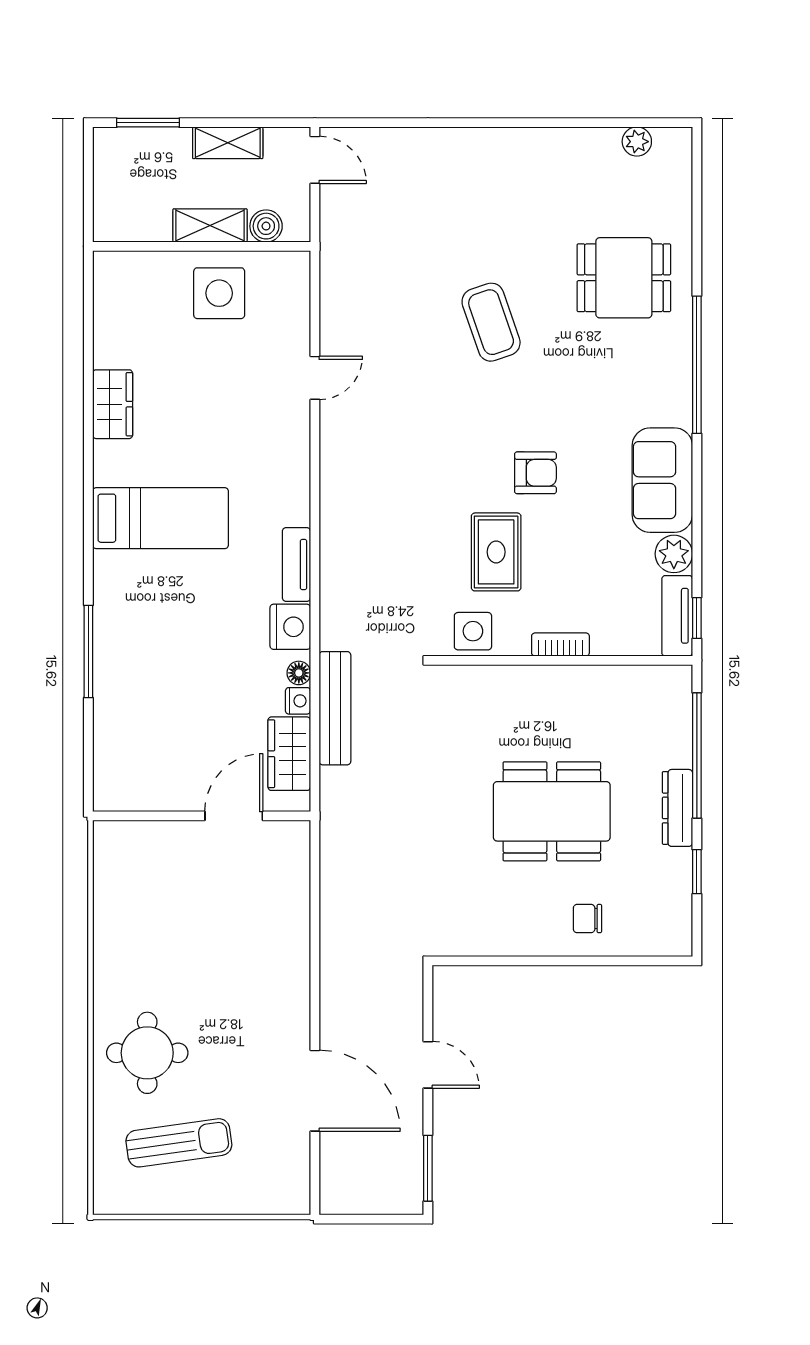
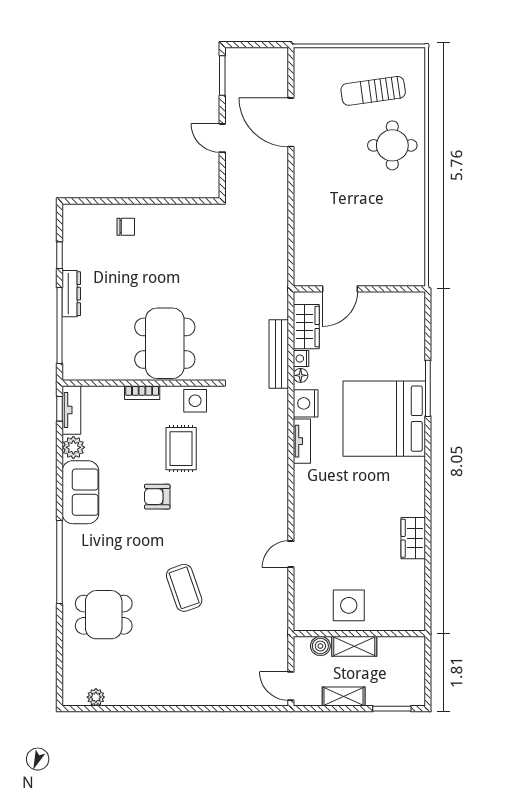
bed: (160, 518) -> (384, 419), moved, width x2.04
dining table: (552, 811) -> (165, 343), moved, turned 90

